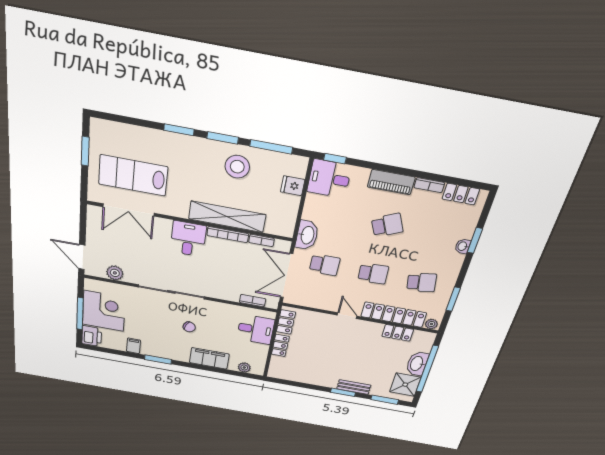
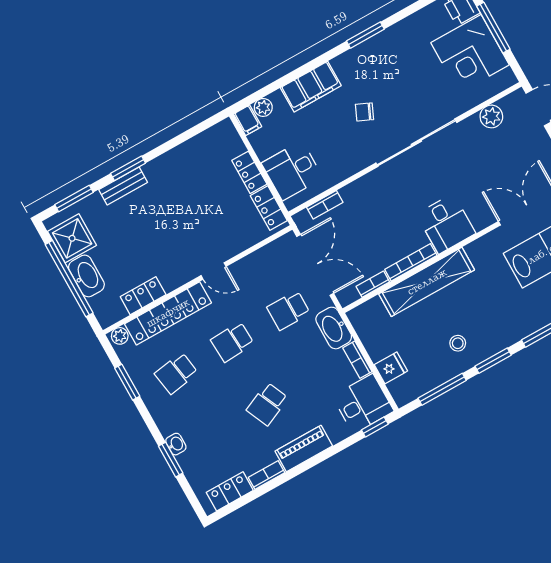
stool: (237, 167) -> (458, 343), width x0.53, depth x0.53
bookcase: (309, 207) -> (357, 360), added
filing cabinet: (134, 346) -> (248, 120), moved

